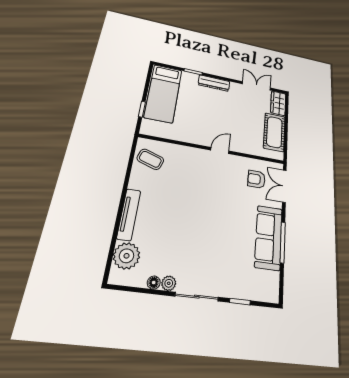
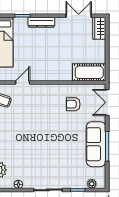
cot: (274, 132) -> (89, 72), moved, turned 90
door: (220, 150) -> (23, 83), moved
armchair: (256, 179) -> (73, 104), moved
plant: (169, 283) -> (92, 184), moved

